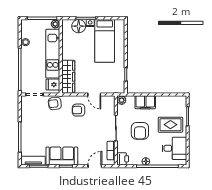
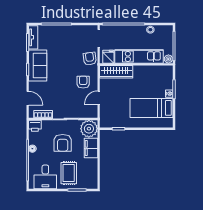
floor lamp: (79, 26) -> (166, 82), removed
plant: (122, 100) -> (89, 129), width x1.87, depth x1.87
armchair: (140, 131) -> (63, 143), turned -90

